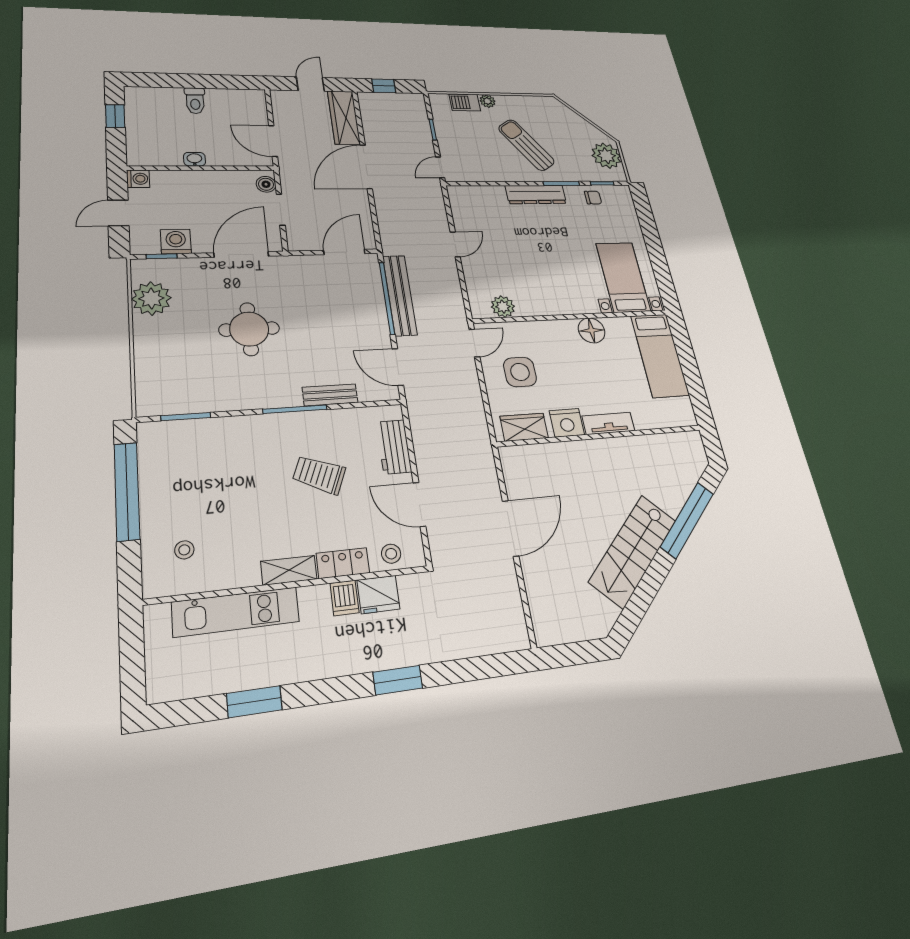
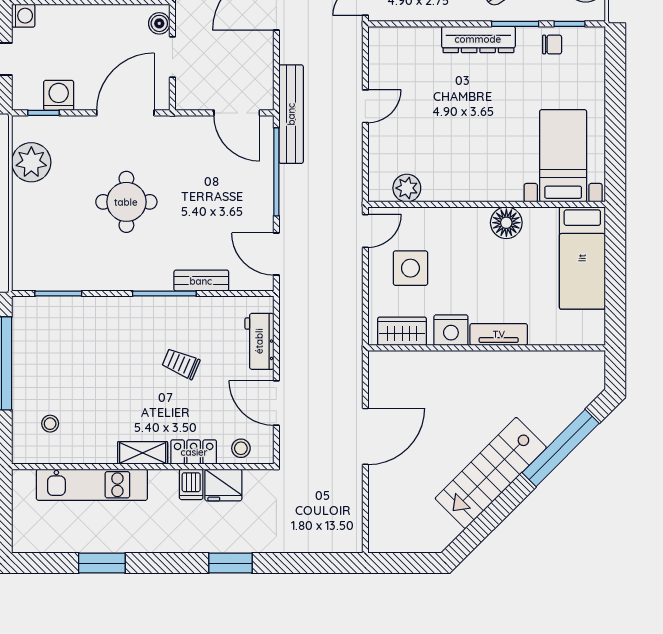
door: (344, 252) -> (237, 113), swing flipped
bench: (400, 295) -> (291, 114), moved
trolley: (319, 475) -> (181, 364), width x0.73, depth x0.72

